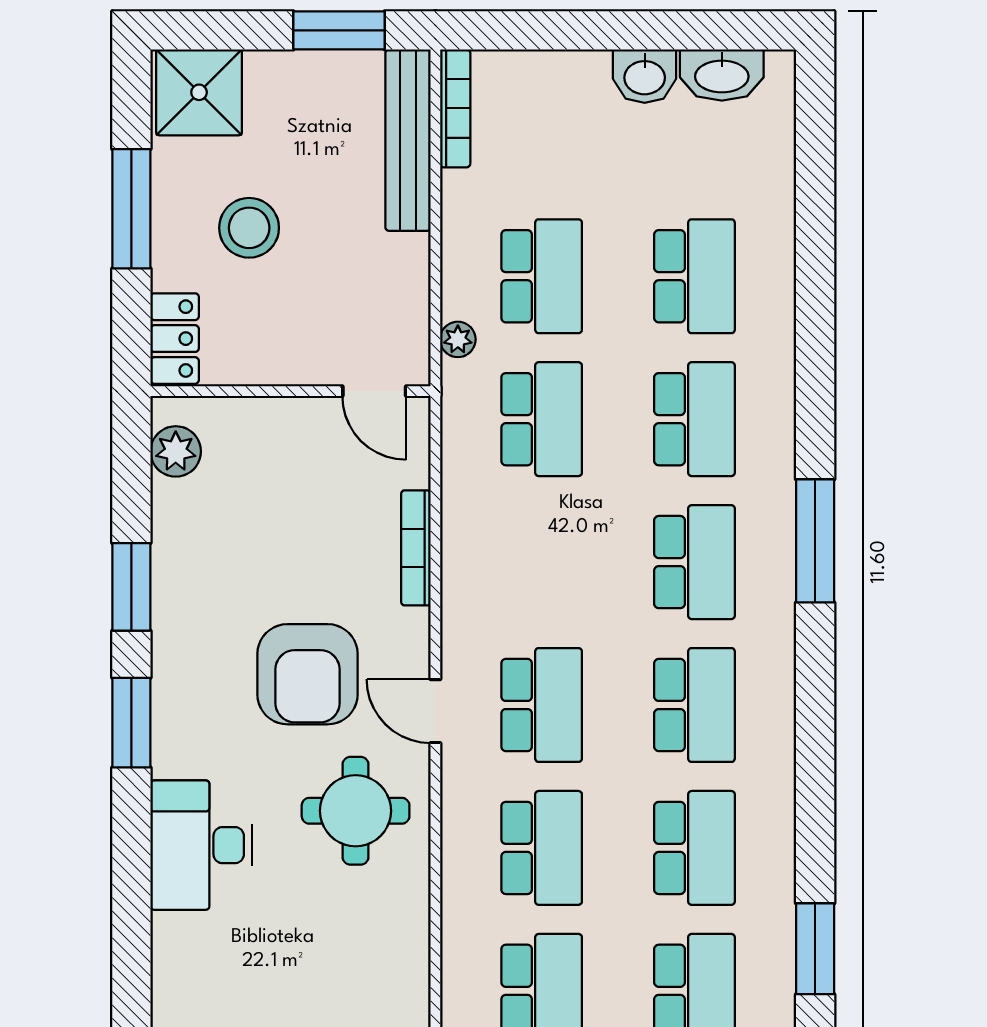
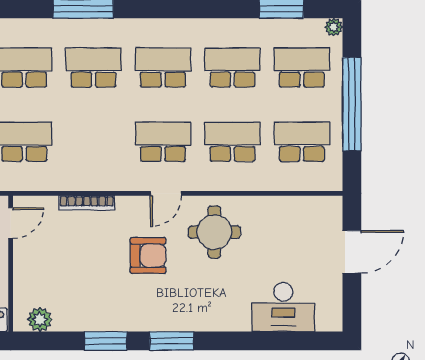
armchair: (308, 674) -> (148, 255), width x0.73, depth x0.73
desk: (201, 845) -> (283, 307), moved

